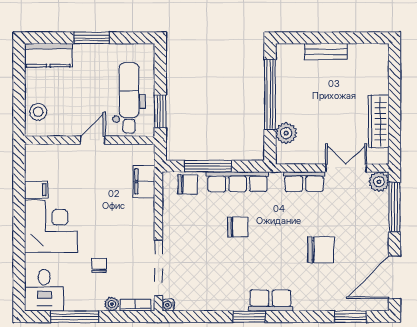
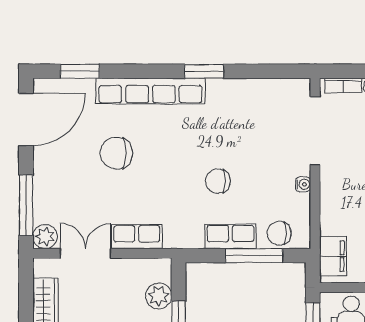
double door: (346, 168) -> (85, 253), swing flipped
filing cabinet: (144, 181) -> (333, 256), moved
row of seats: (238, 182) -> (231, 236), width x0.68
row of seats: (270, 301) -> (150, 91), width x2.02
water cooler: (168, 305) -> (303, 184), moved

